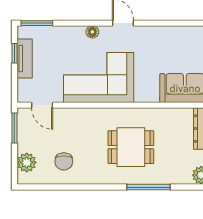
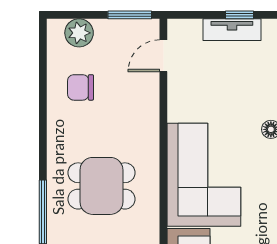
corner sofa: (99, 77) -> (204, 175), moved
dining table: (131, 147) -> (101, 186), turned 90

